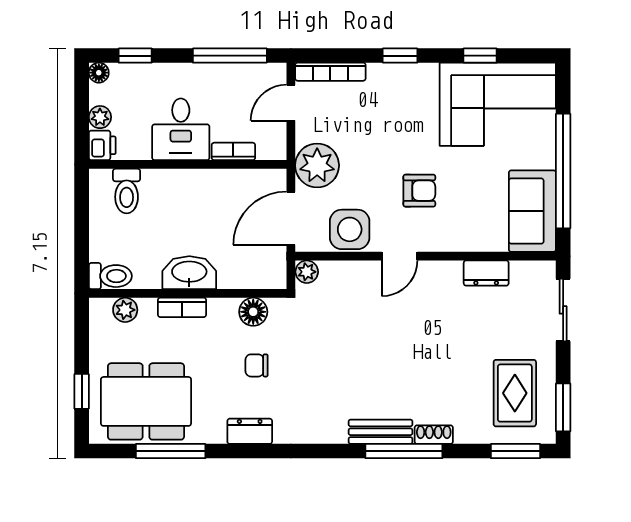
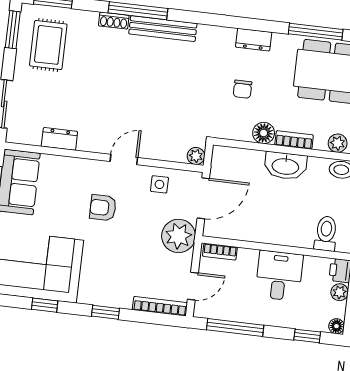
bookcase: (233, 151) -> (220, 252), moved
side table: (350, 229) -> (159, 184), width x0.54, depth x0.54
floor lamp: (253, 312) -> (264, 133), moved
chair: (257, 365) -> (242, 89), turned 90
bench: (380, 432) -> (163, 29), width x1.36

